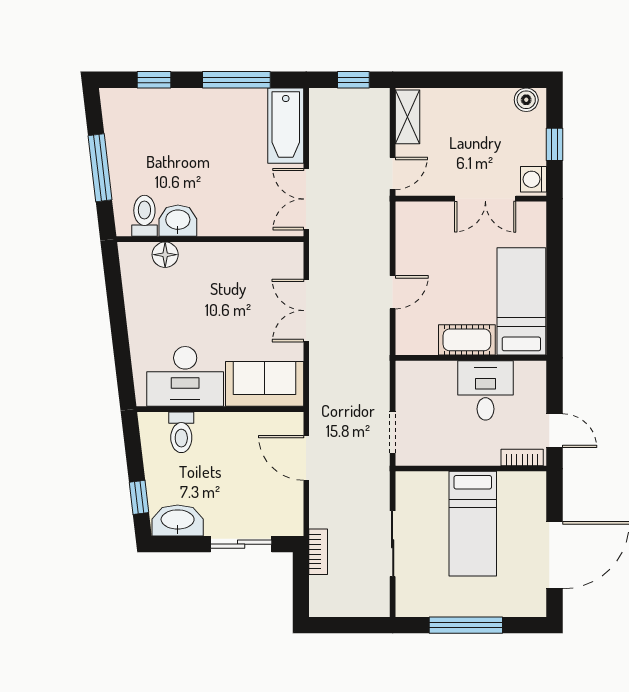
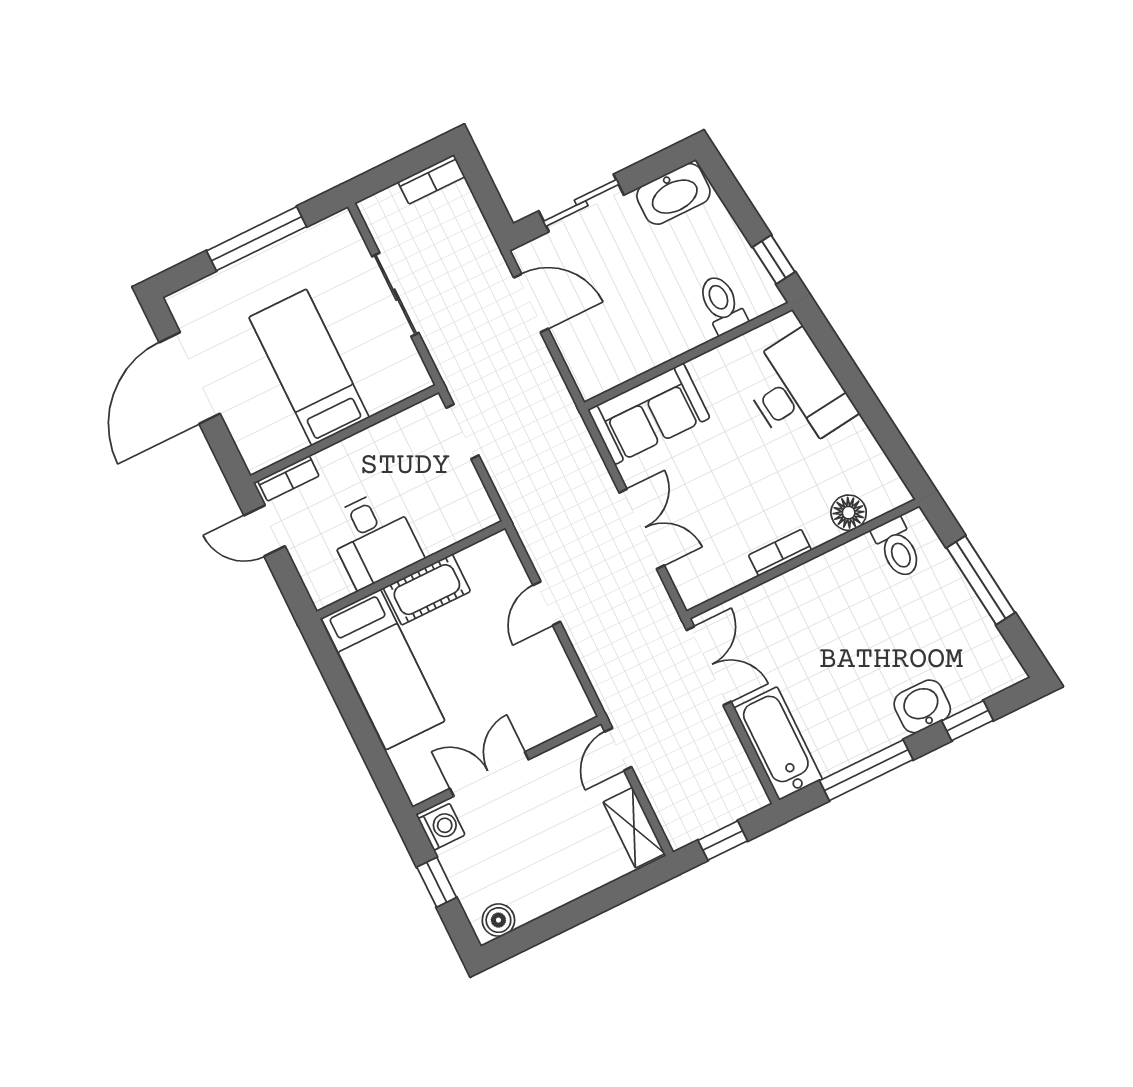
washbasin: (178, 221) -> (922, 706), moved, turned 180
bookcase: (223, 250) -> (780, 553), added
desk: (185, 376) -> (797, 392), moved, turned 83
door: (306, 458) -> (531, 303), moved
window: (139, 497) -> (774, 259), moved
bookcase: (318, 552) -> (431, 179), moved, turned -90

